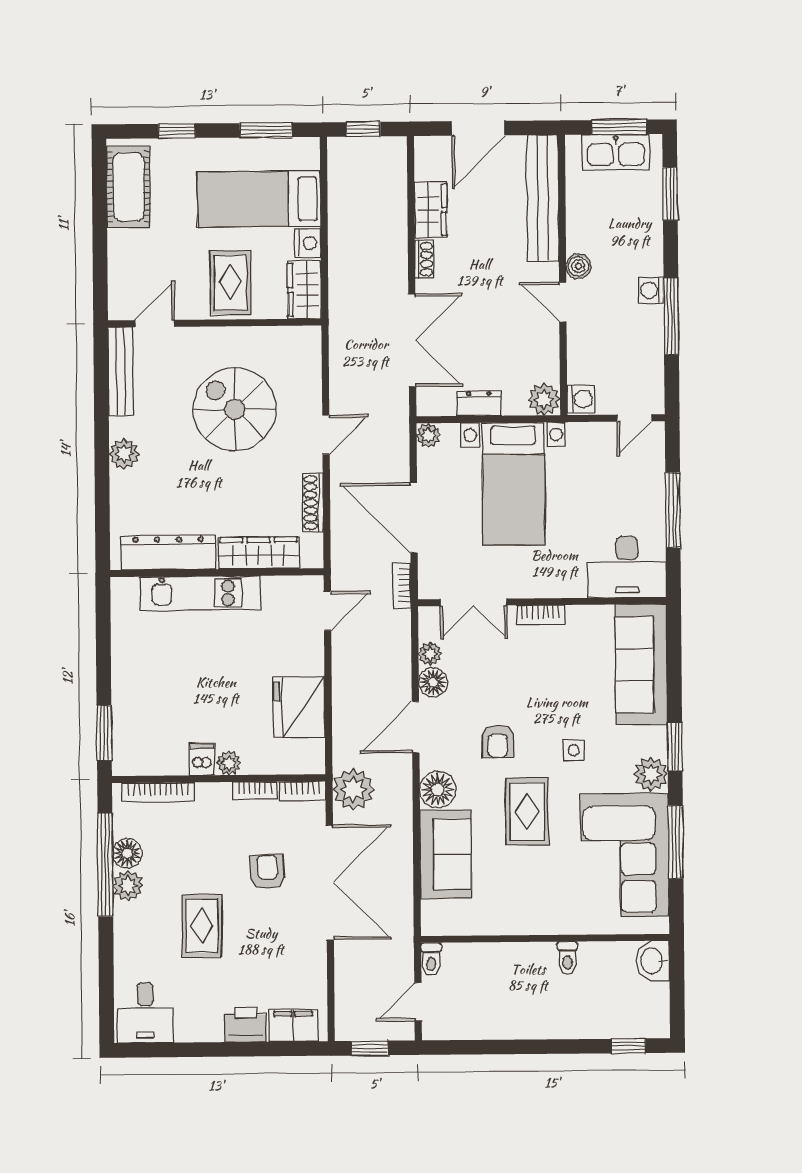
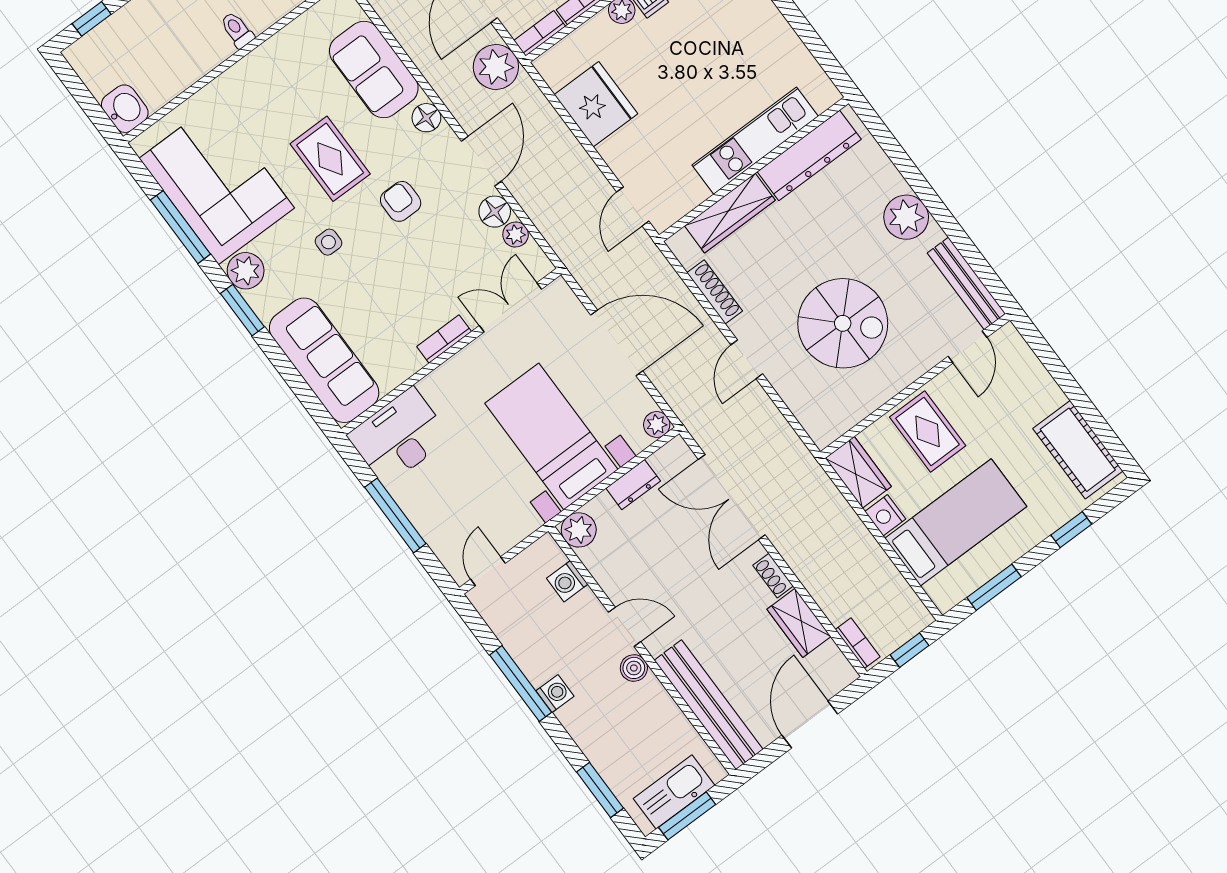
washing machine: (581, 399) -> (567, 581), moved
plant: (124, 454) -> (906, 217), width x1.36, depth x1.36
bookcase: (402, 585) -> (858, 643), moved
floor lamp: (438, 790) -> (426, 118), width x0.73, depth x0.73
toilet: (567, 958) -> (237, 30), moved

